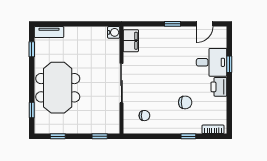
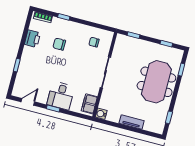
tv unit: (49, 32) -> (132, 122), moved
desk: (212, 62) -> (61, 96), moved, turned -90
printer: (219, 87) -> (32, 39), moved

